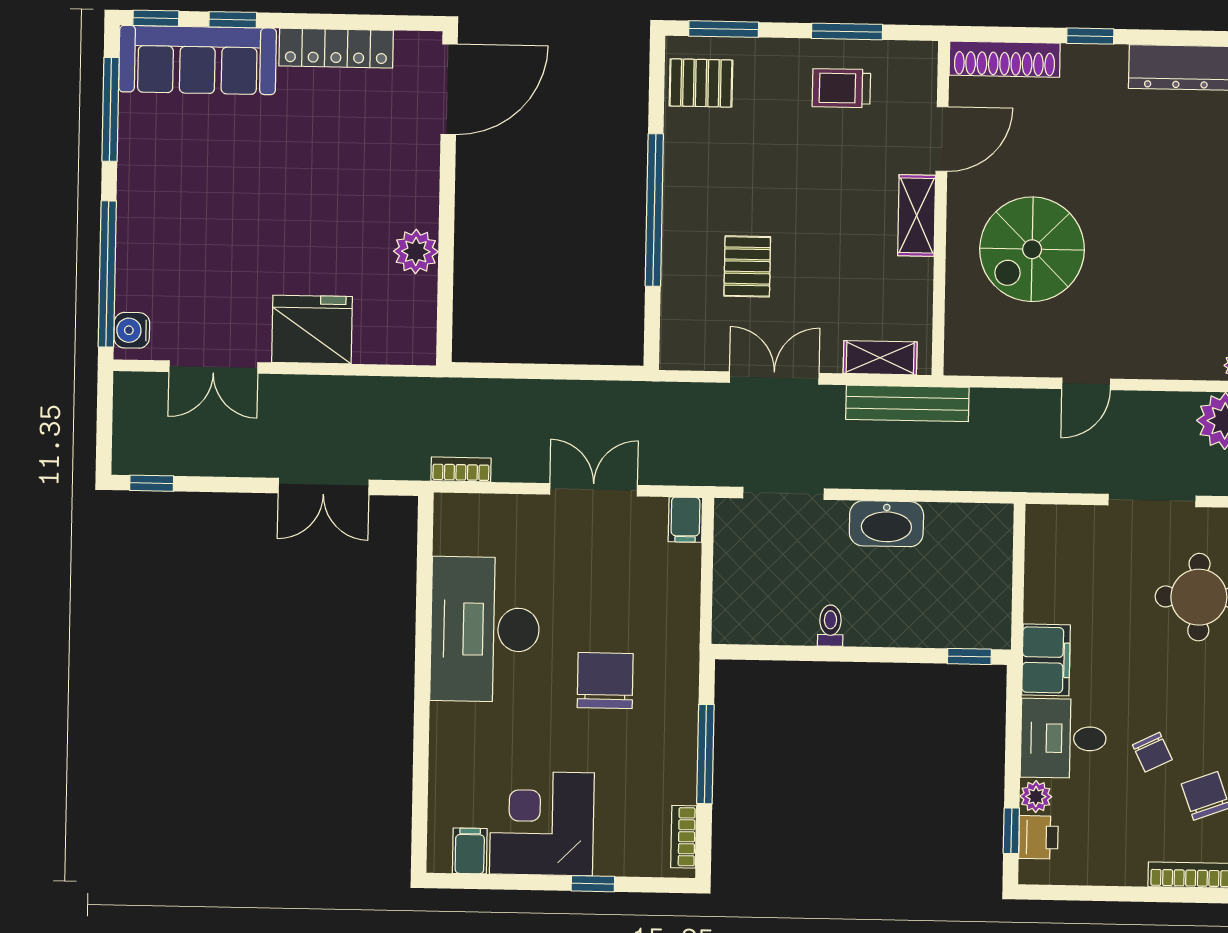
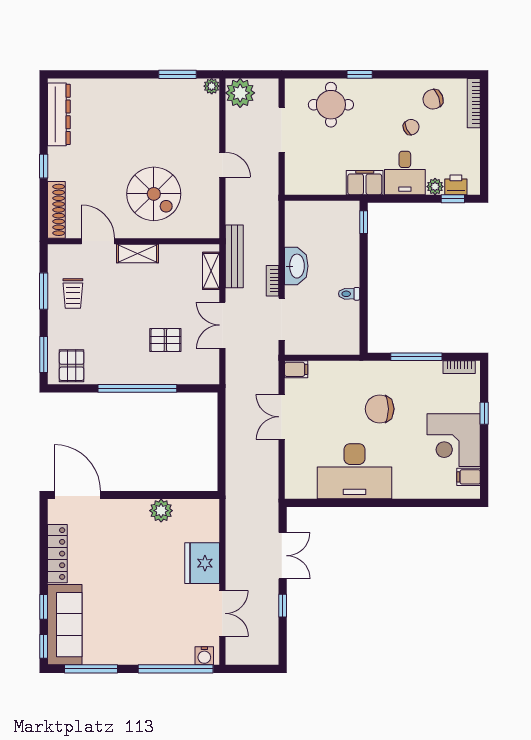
bookcase: (461, 469) -> (273, 281), moved
window: (152, 483) -> (283, 606), moved

